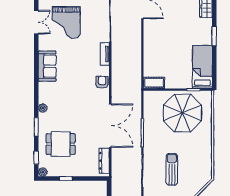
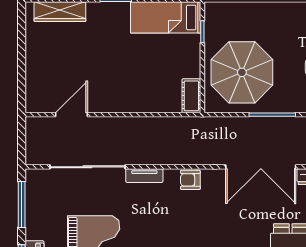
parasol: (182, 113) -> (242, 72), moved
double door: (110, 126) -> (261, 167), swing flipped

